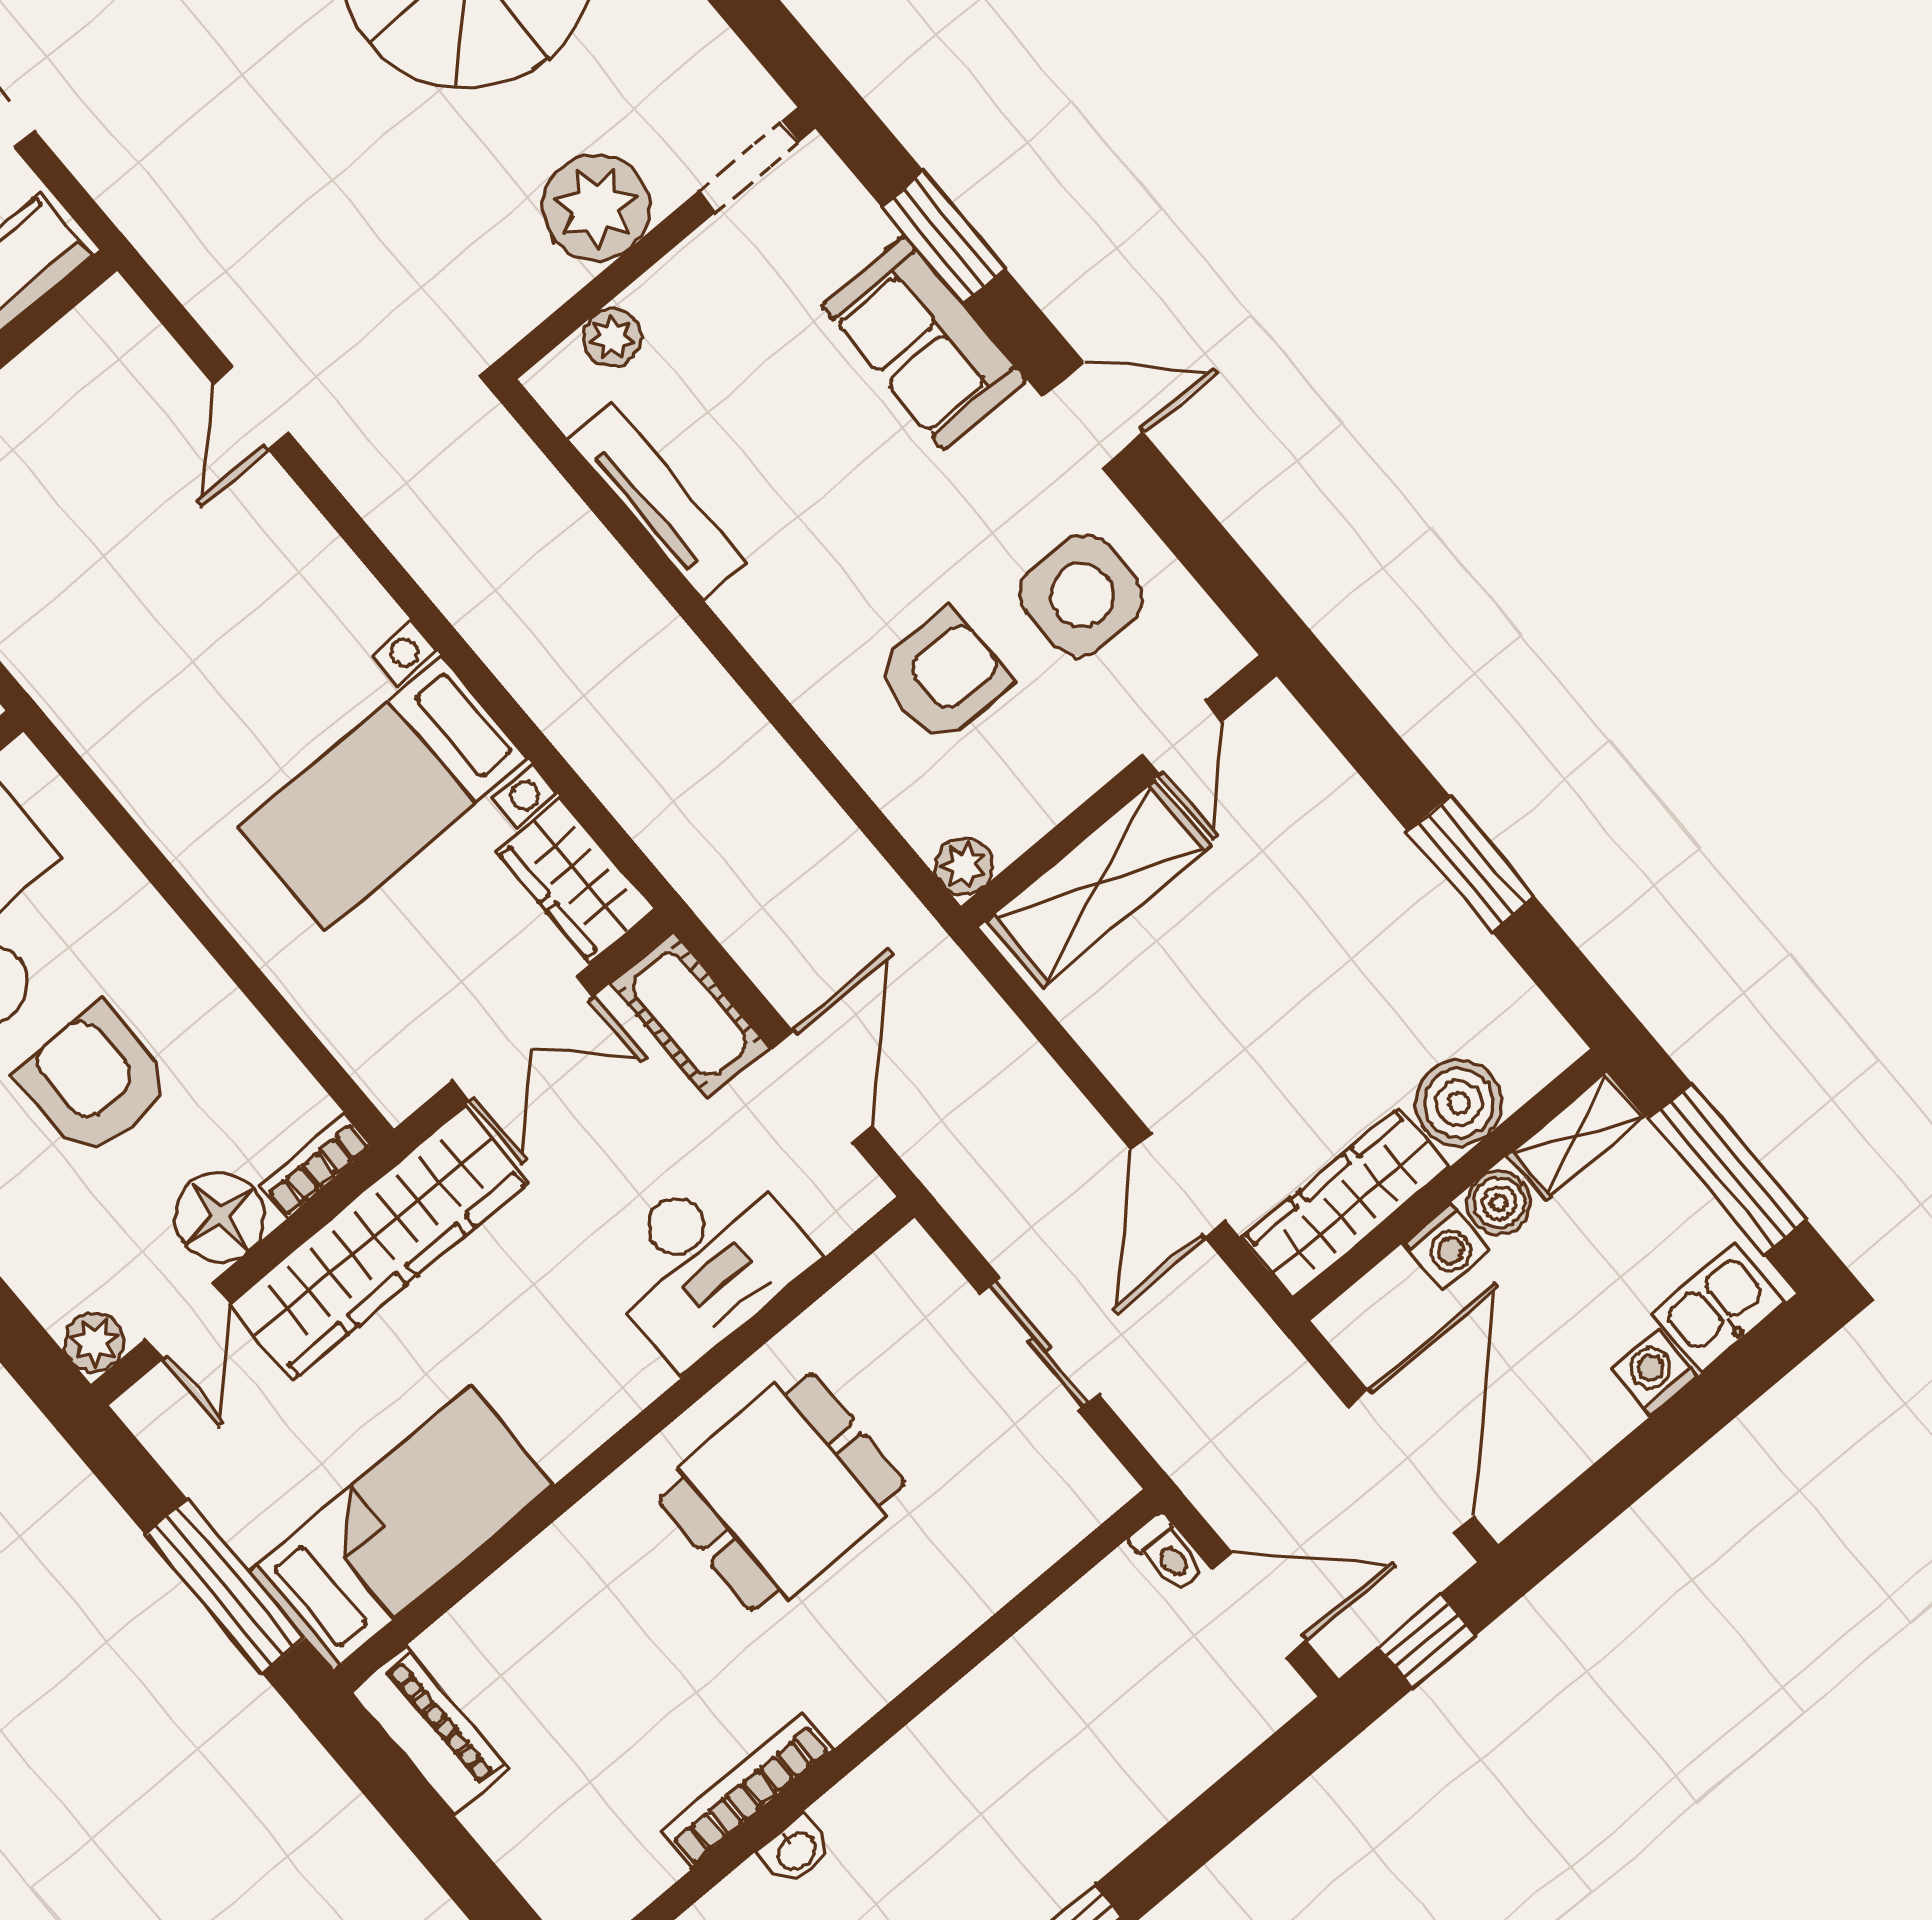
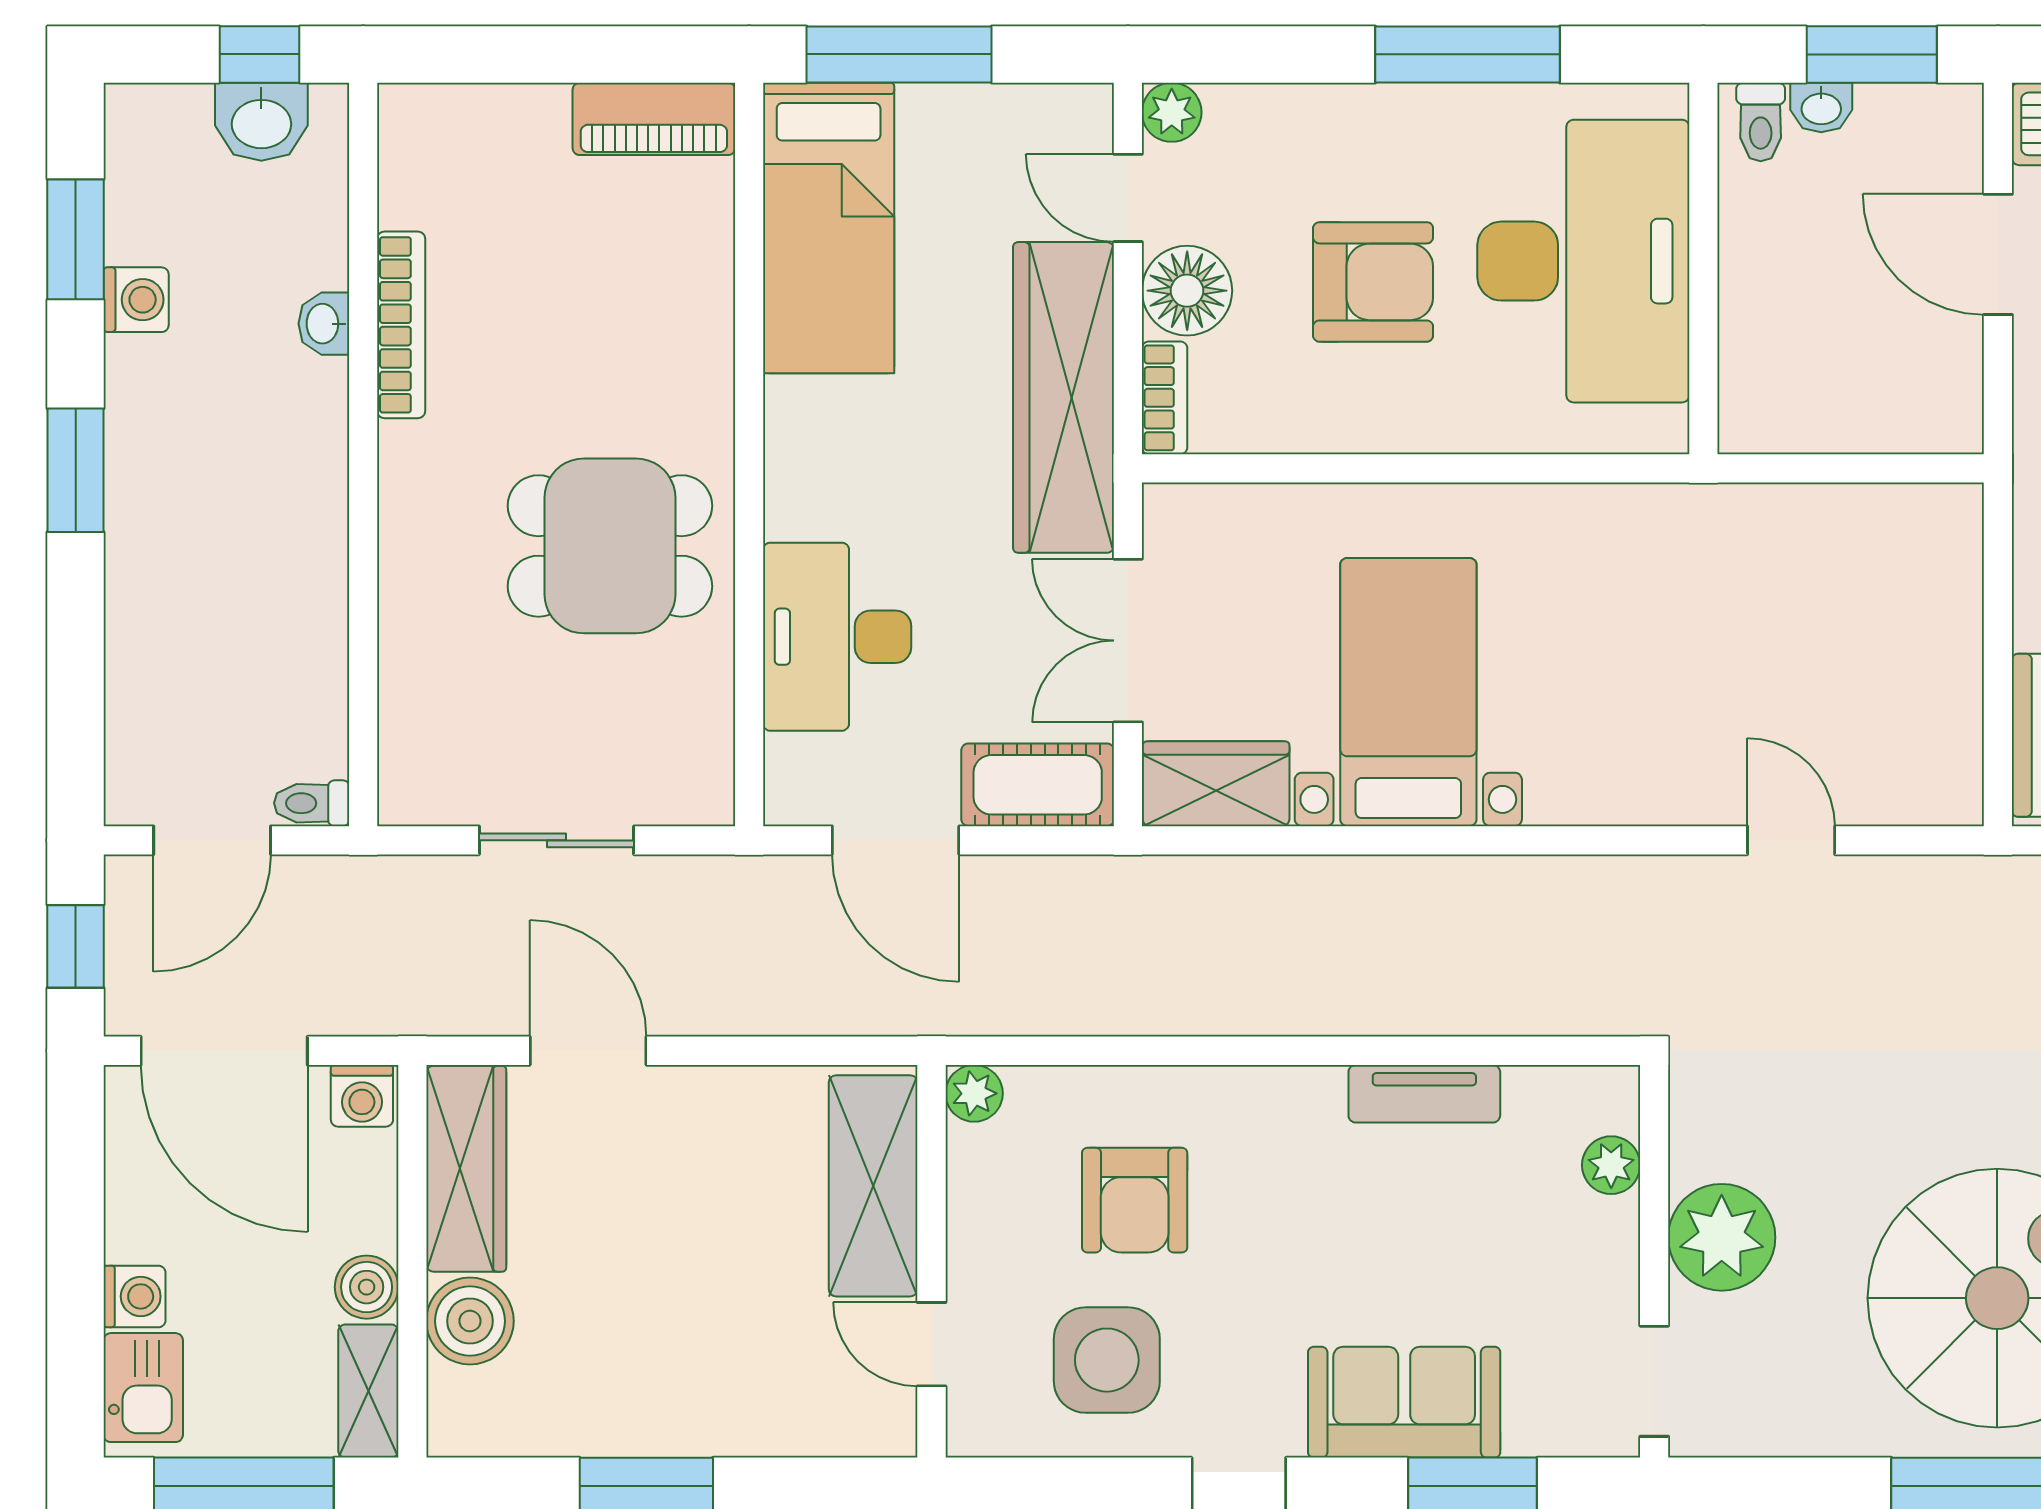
tv unit: (657, 501) -> (1424, 1094), width x0.71
washing machine: (1447, 1246) -> (362, 1096), moved, turned -90
dining table: (782, 1491) -> (610, 546), turned 90

